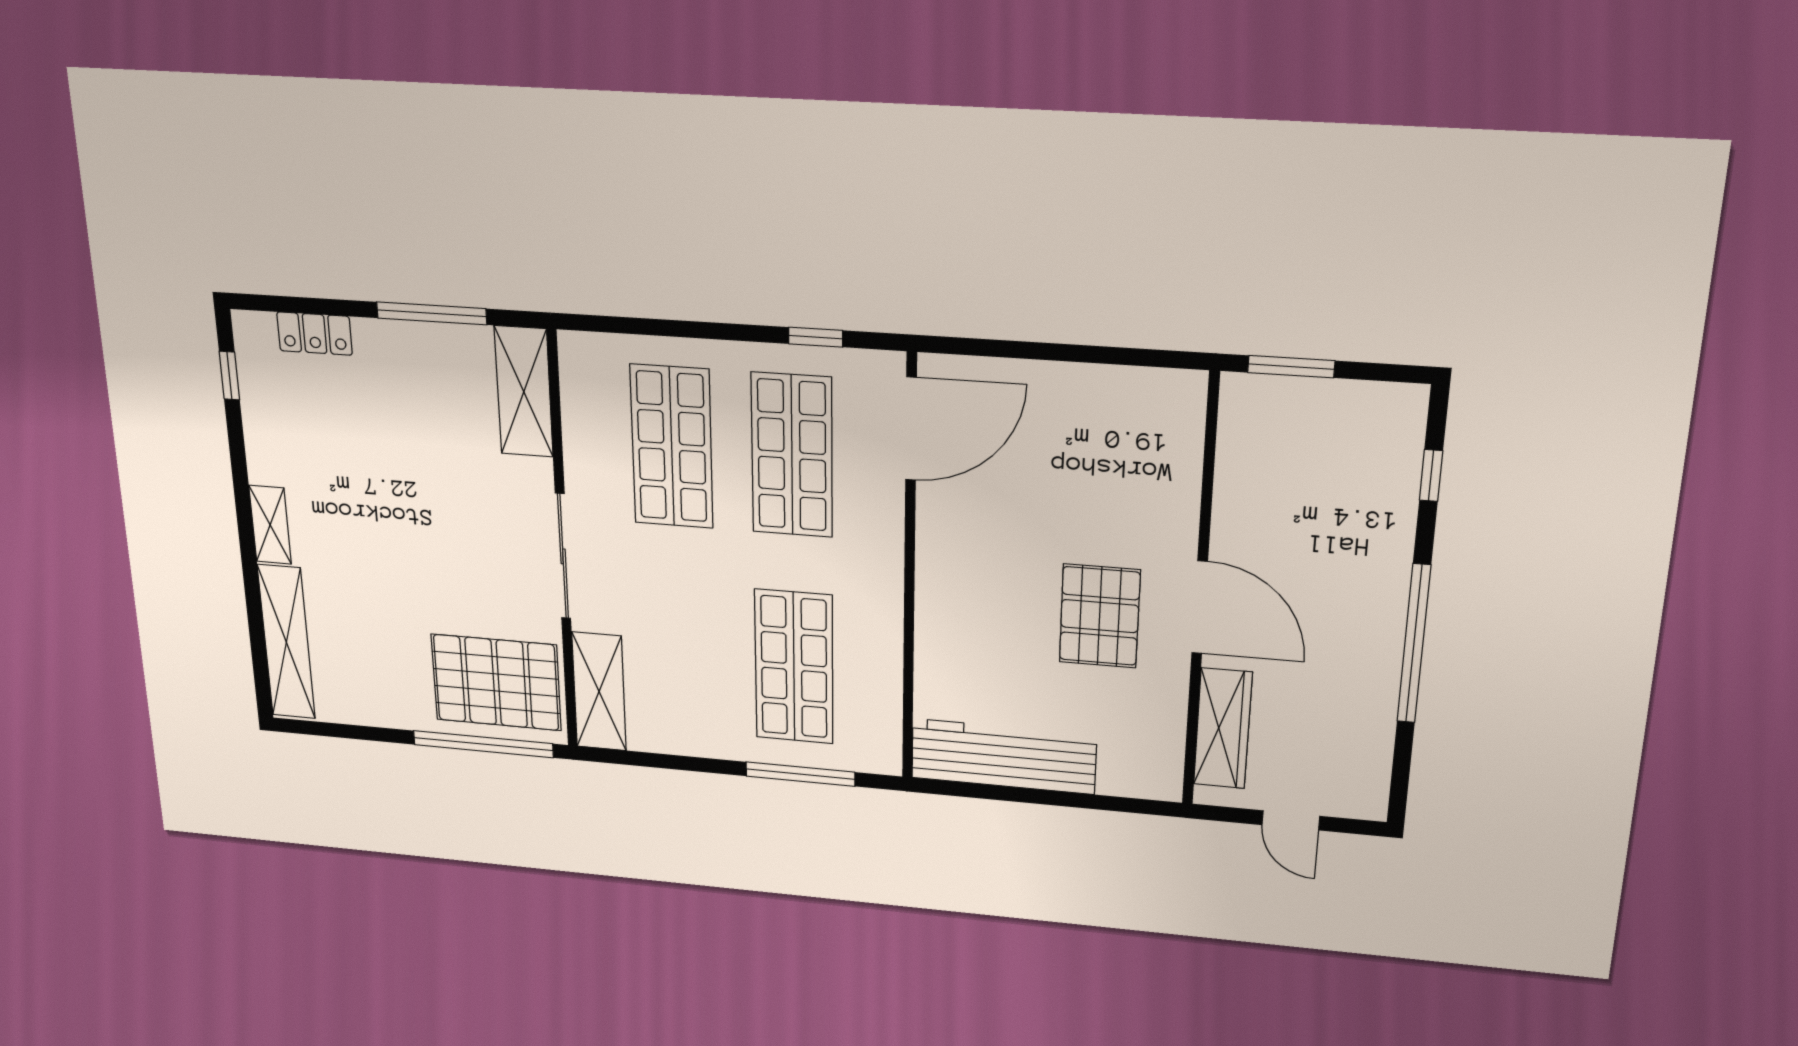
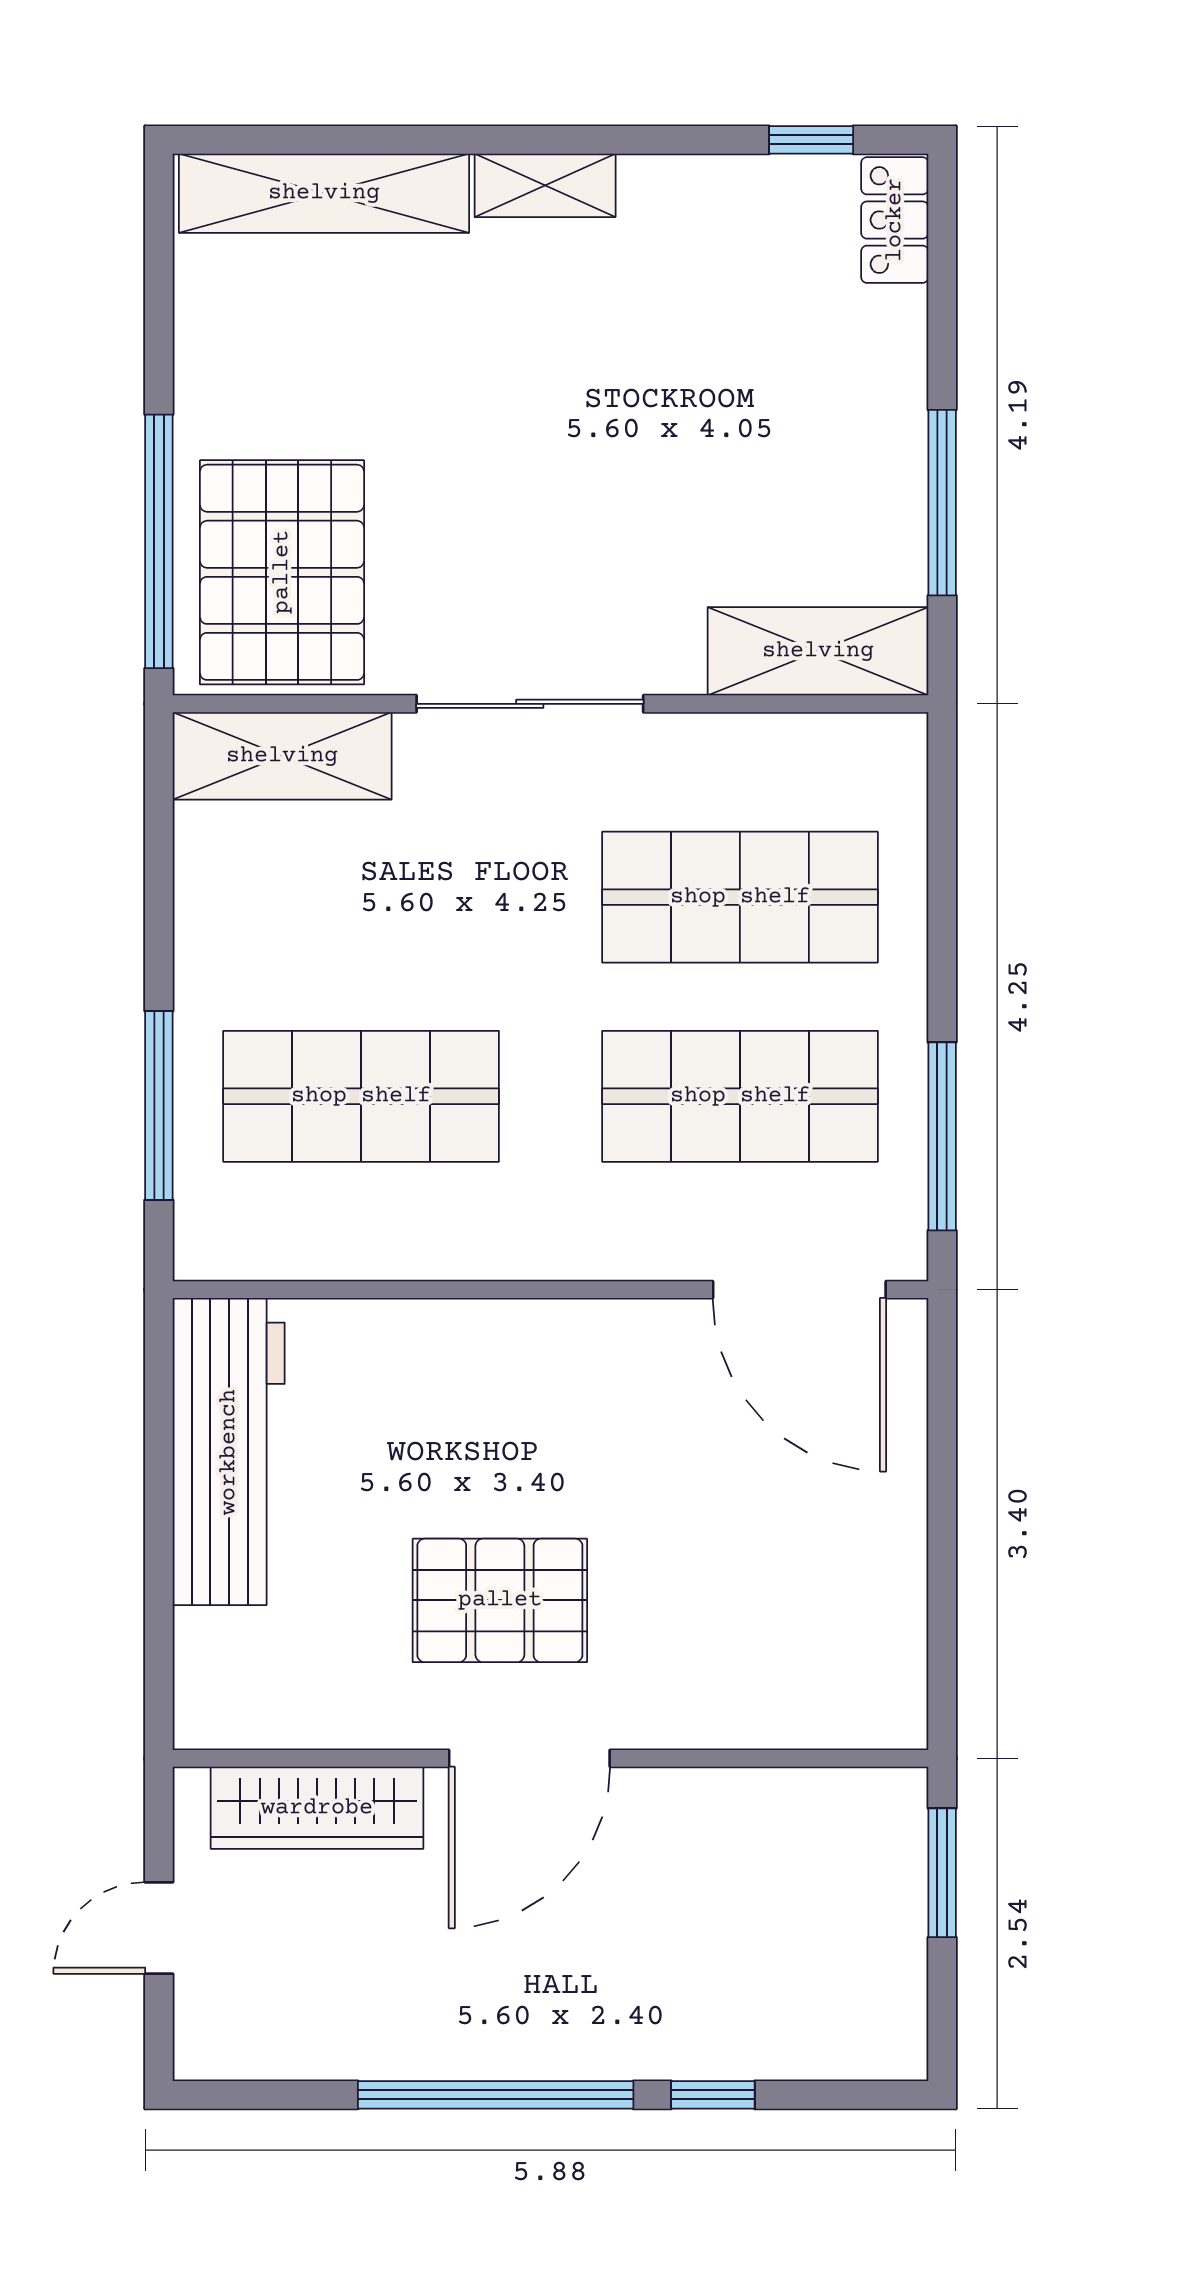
locker: (315, 334) -> (895, 220), moved
window: (816, 337) -> (942, 1136), width x2.17
window: (1431, 475) -> (713, 2095), moved

